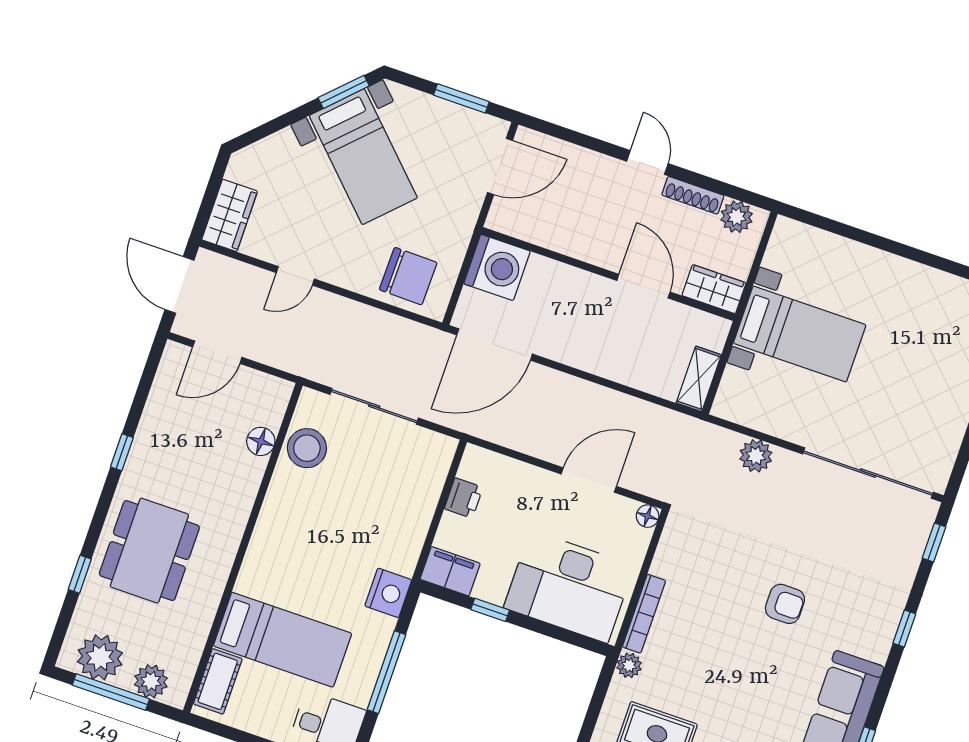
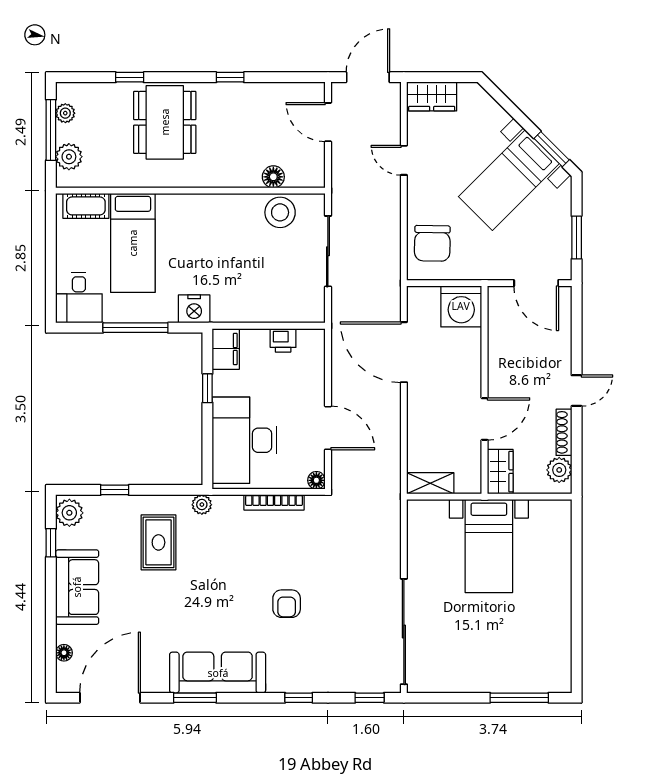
door: (495, 345) -> (404, 352), moved
plant: (756, 456) -> (388, 545), removed
dining table: (149, 551) -> (165, 122), turned 90
bookcase: (644, 614) -> (274, 502), moved
plant: (100, 657) -> (65, 113), width x0.53, depth x0.53

